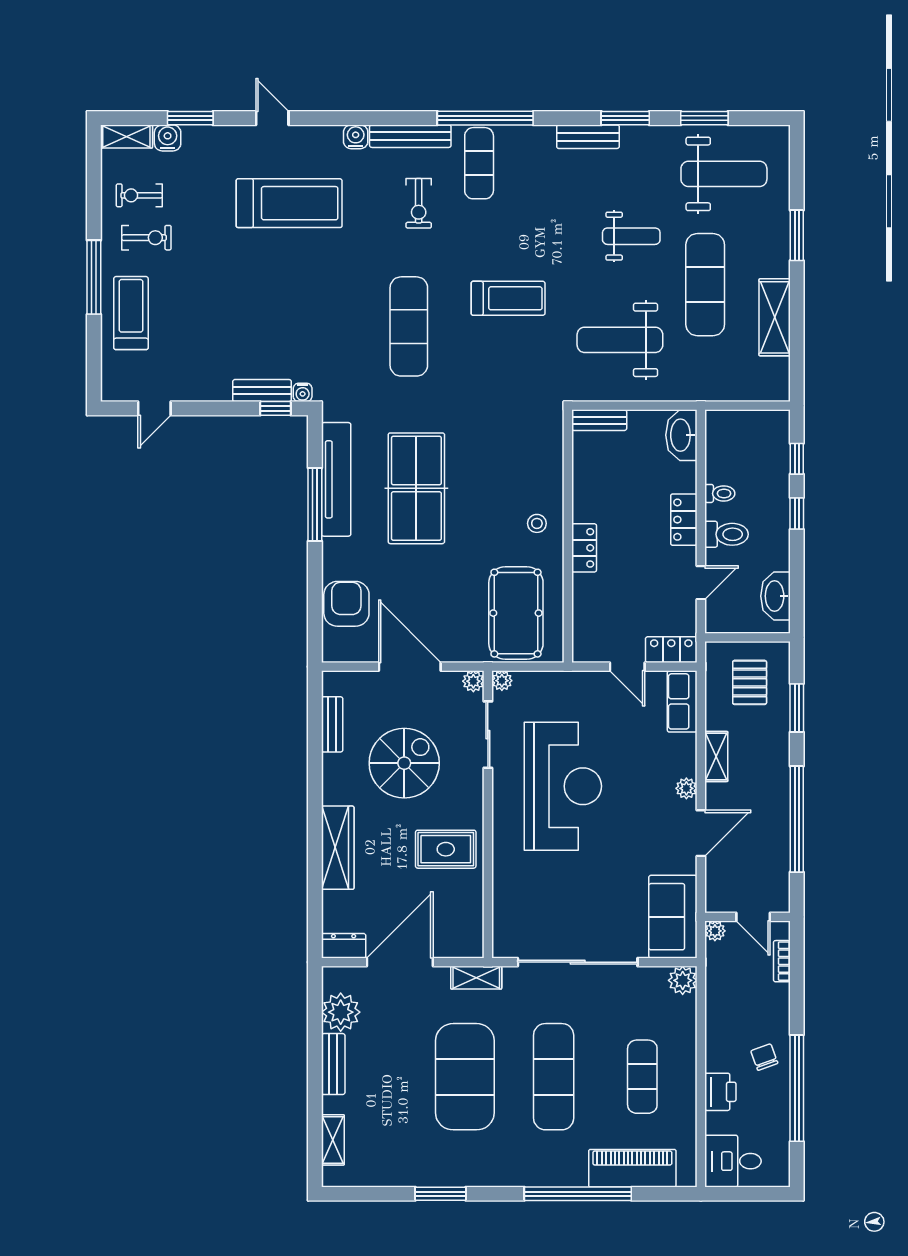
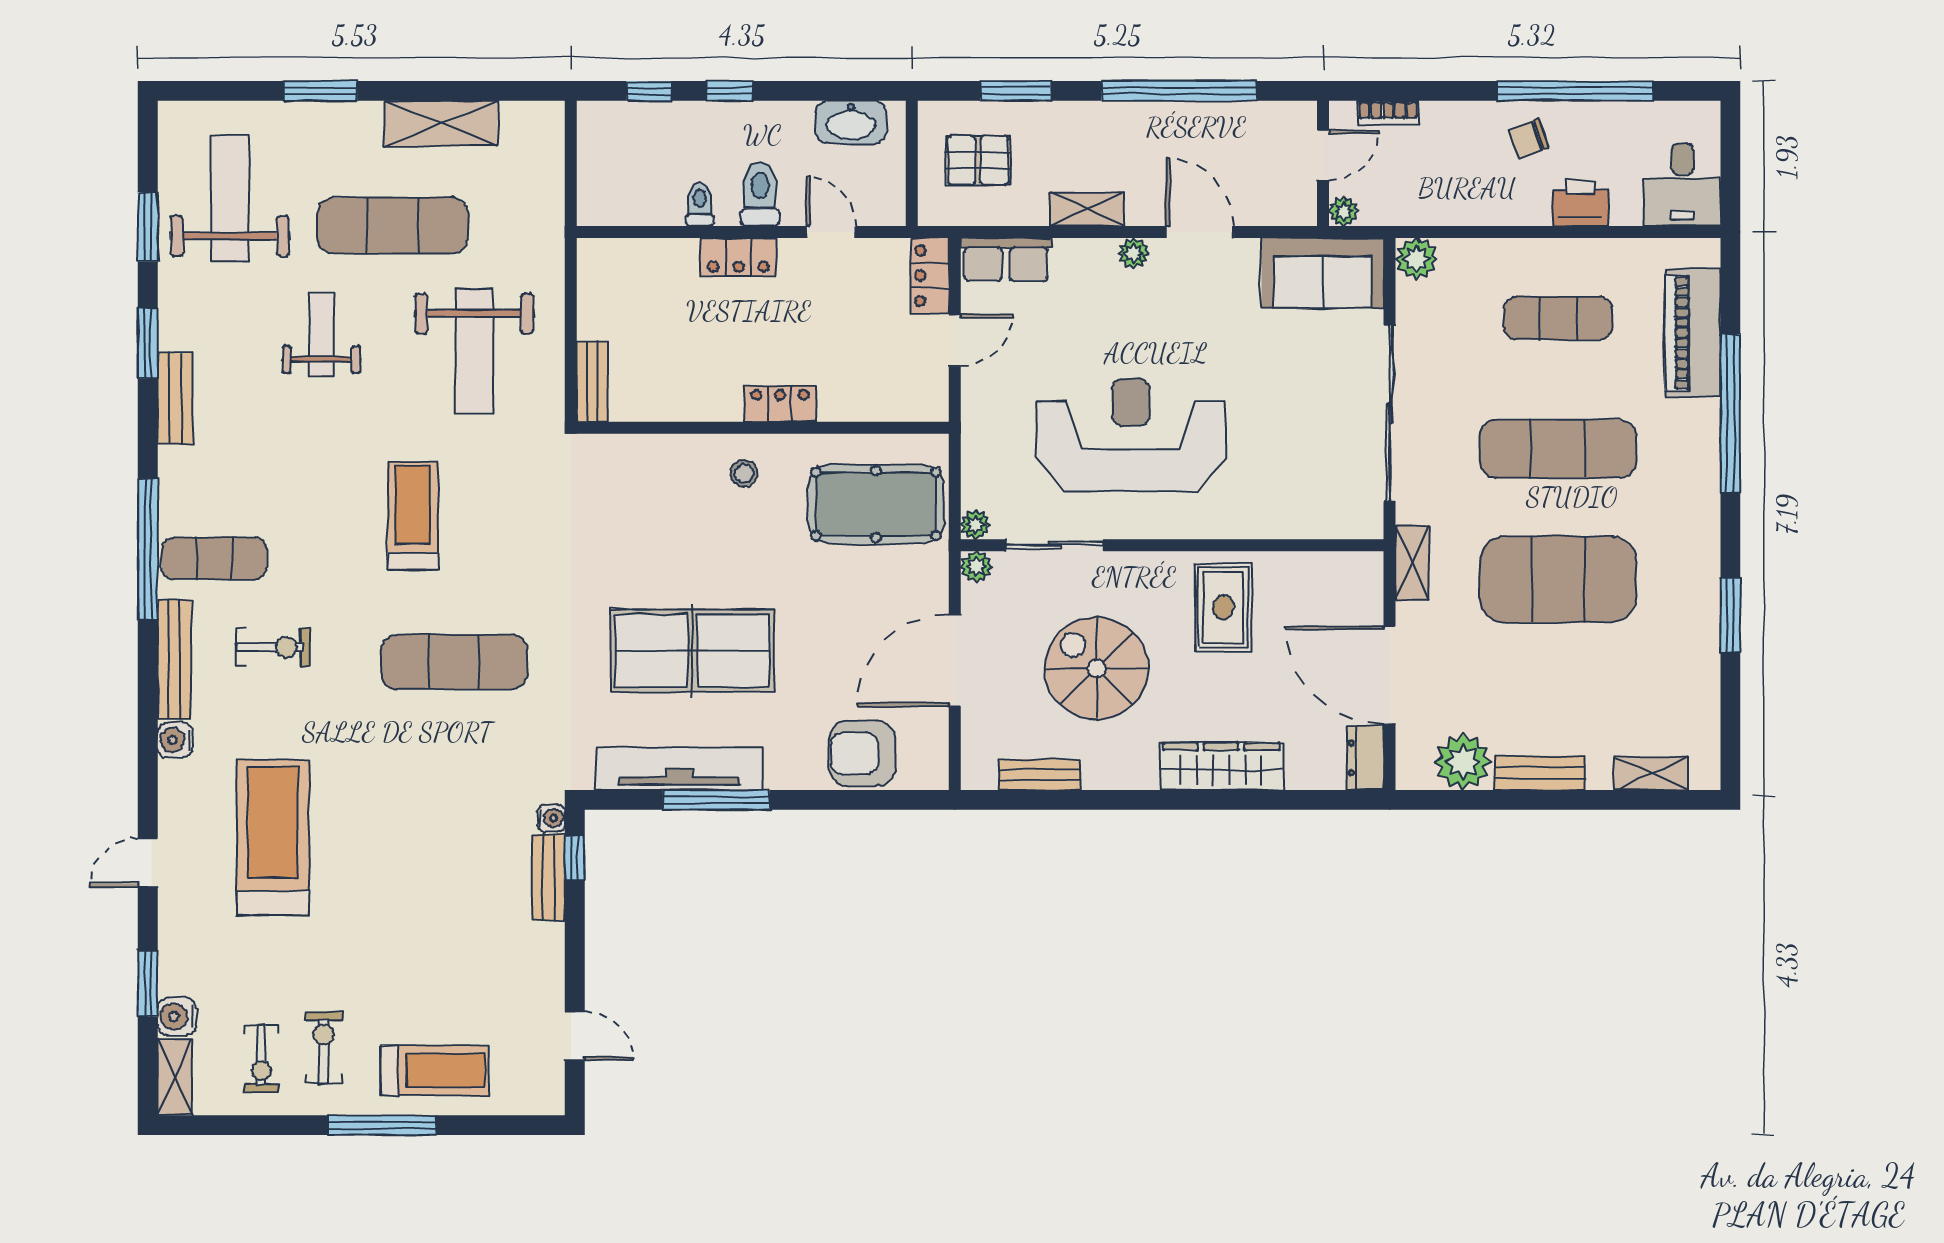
treadmill: (131, 313) -> (435, 1070), turned 180
washbasin: (681, 435) -> (614, 261), removed

